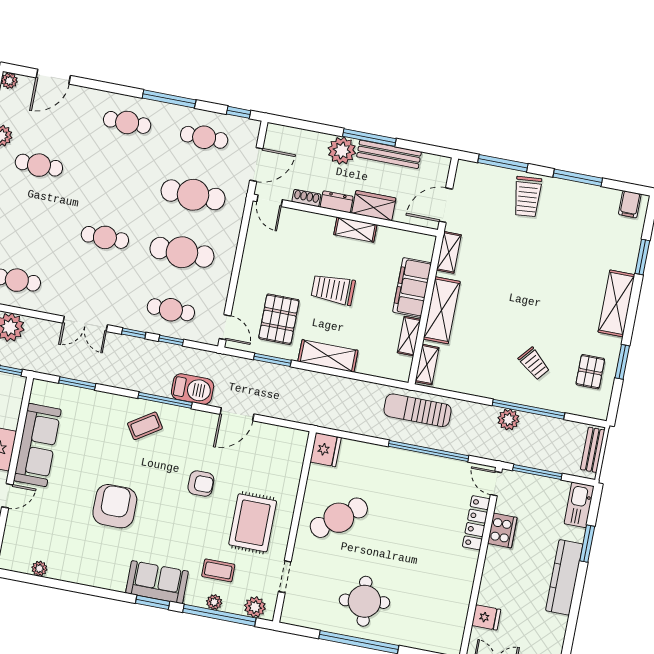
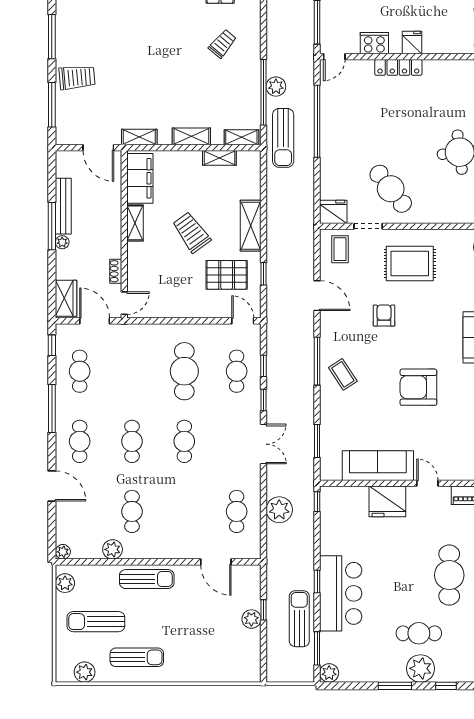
door: (53, 77) -> (52, 486), moved
plant: (342, 151) -> (62, 242), width x0.53, depth x0.53
cafe table: (193, 195) -> (132, 441), moved, width x0.73, depth x0.74
dresser: (337, 202) -> (114, 244), removed
wardrobe: (374, 206) -> (66, 298), moved, turned 180
filing cabinet: (412, 287) -> (140, 178), moved, turned -90
trolley: (333, 289) -> (191, 232), turned 144
shelving: (442, 310) -> (191, 136), width x0.67, depth x0.75
door: (225, 327) -> (243, 321), hinge flipped
window: (272, 360) -> (263, 274), width x0.67
barbecue: (193, 389) -> (303, 339), removed
window: (528, 409) -> (263, 92), moved
plant: (508, 420) -> (276, 87), moved
locker: (476, 523) -> (398, 67), moved
coffee table: (218, 570) -> (340, 249), moved
doorway: (285, 577) -> (368, 226), moved
fridge: (486, 617) -> (412, 42), moved

